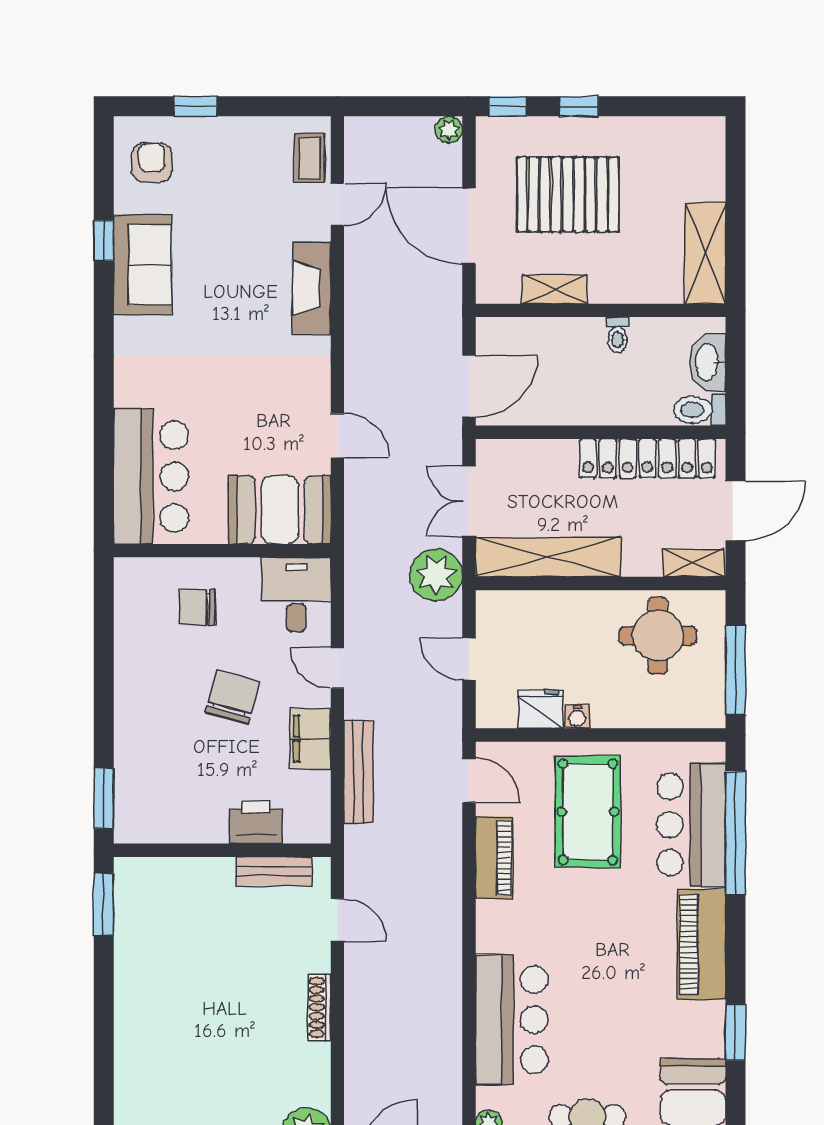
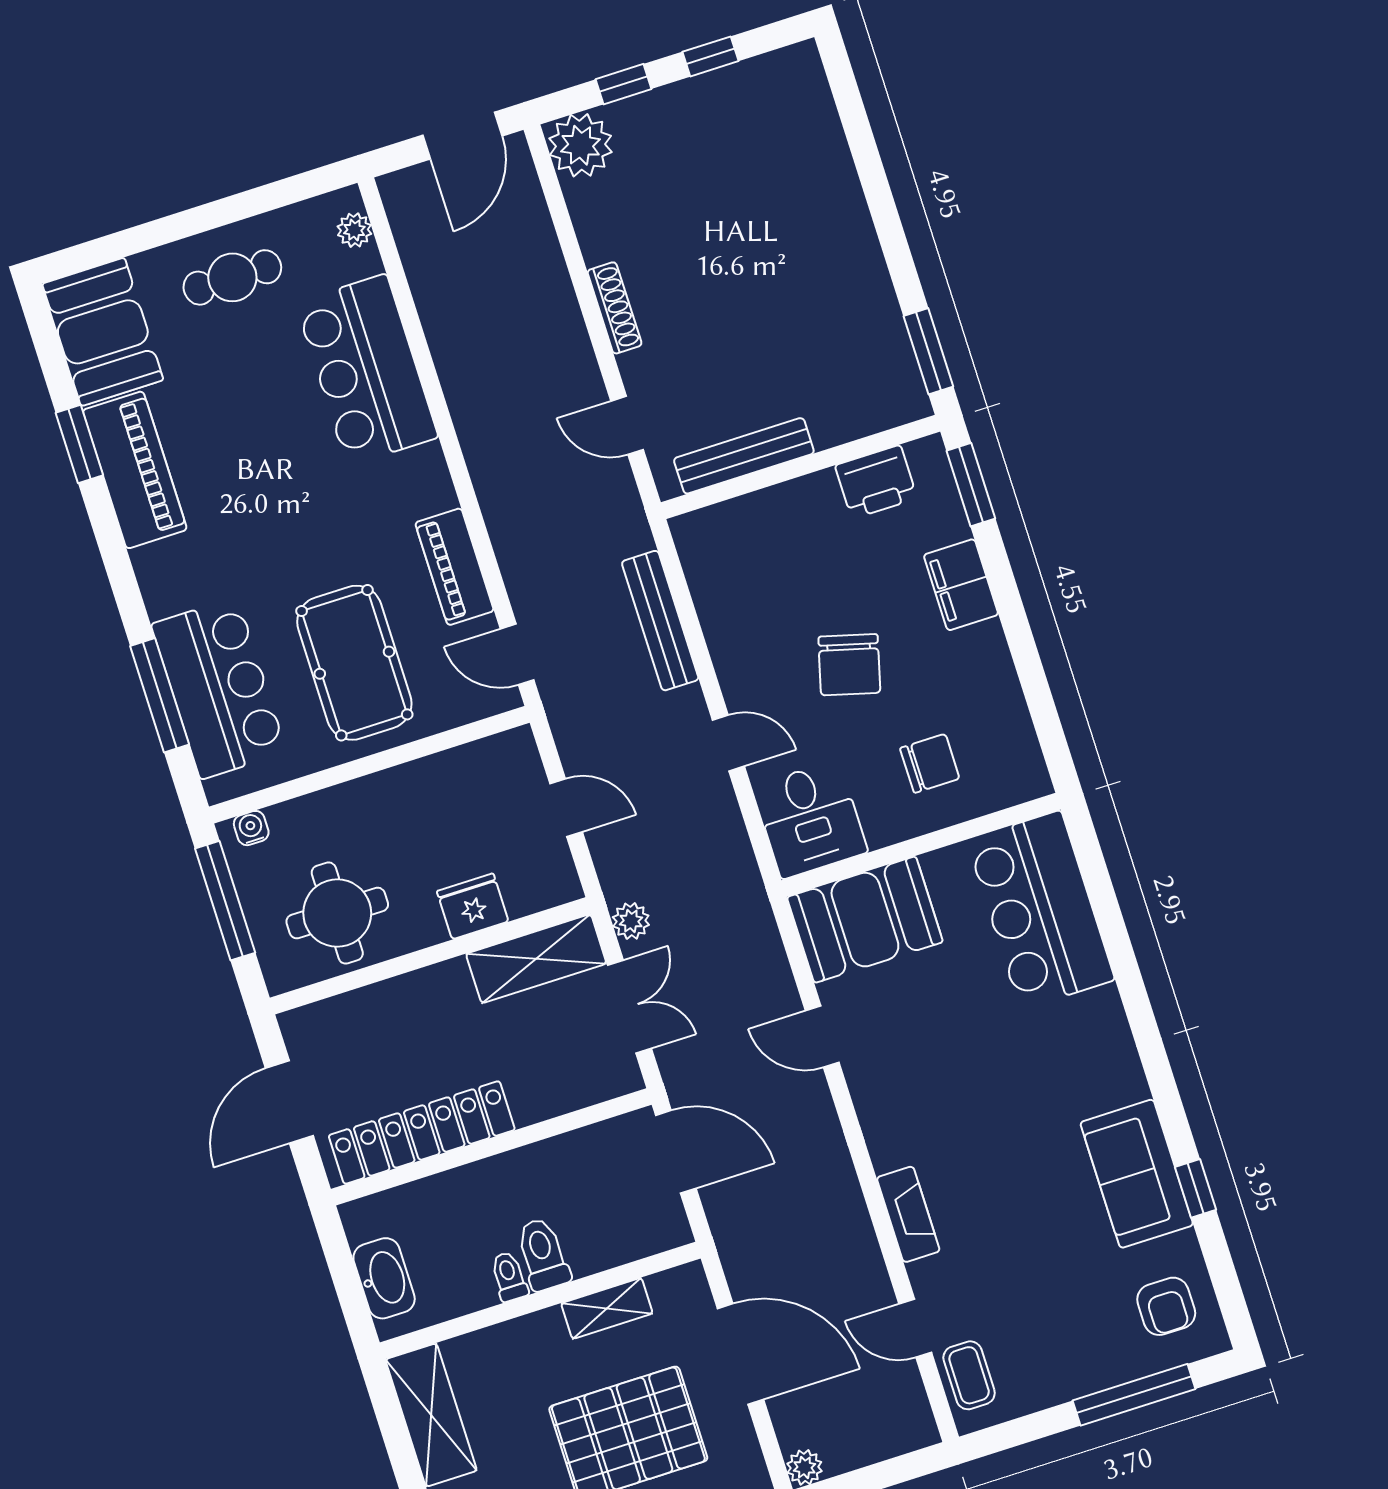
window: (195, 106) -> (1134, 1395), width x2.17
door: (337, 204) -> (915, 1328), hinge flipped
fireplace: (312, 288) -> (908, 1214), width x0.73, depth x0.76
door: (469, 386) -> (676, 1152), swing flipped
toilet: (700, 410) -> (543, 1254), moved, turned -90
shelving: (548, 557) -> (536, 959), width x0.68
shelving: (694, 563) -> (321, 1019), removed
plant: (436, 575) -> (631, 921), width x0.53, depth x0.53
fridge: (540, 709) -> (473, 906), moved, turned 180
water cooler: (577, 717) -> (251, 828), moved
filing cabinet: (311, 739) -> (961, 585), moved, turned 180
printer: (256, 822) -> (876, 482), moved
window: (736, 833) -> (160, 695), width x0.68
bench: (274, 871) -> (744, 456), width x1.36
piano: (702, 944) -> (135, 470), moved

